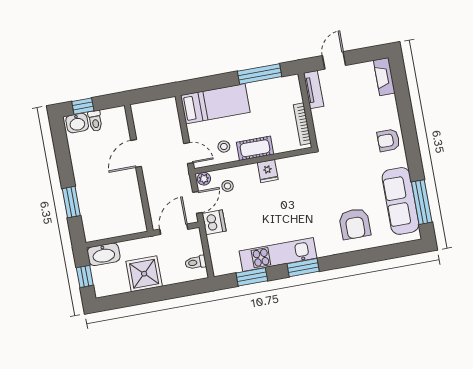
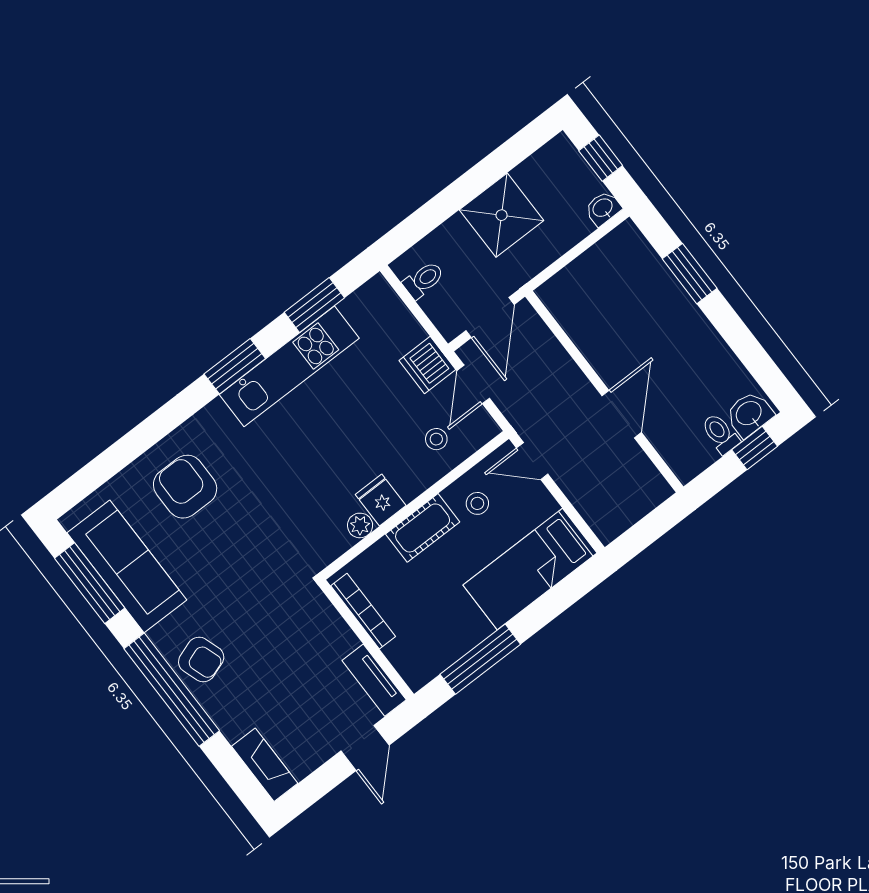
window: (409, 133) -> (172, 690), added
armchair: (388, 140) -> (201, 660), turned 71
plant: (204, 179) -> (360, 525), moved
washbasin: (104, 254) -> (603, 208), width x0.52, depth x0.69

